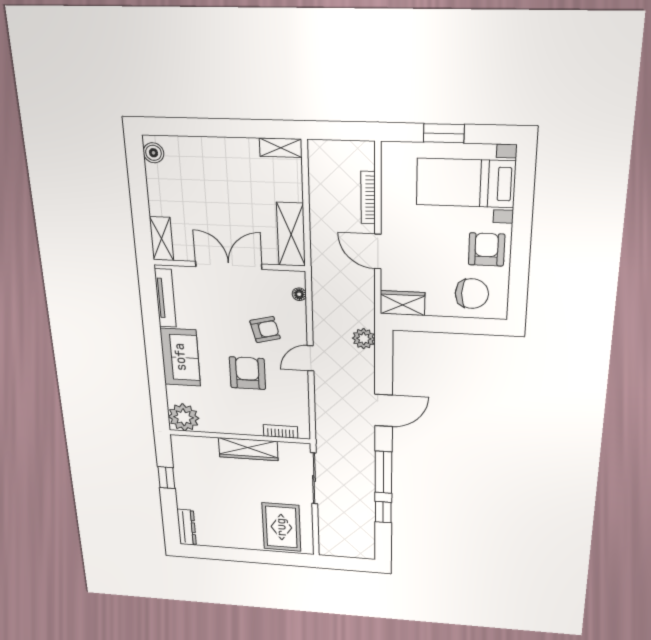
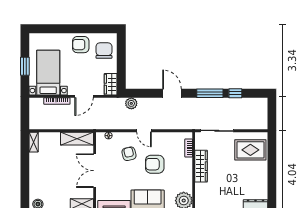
bed with nightstands: (466, 183) -> (48, 73), moved, turned 180

